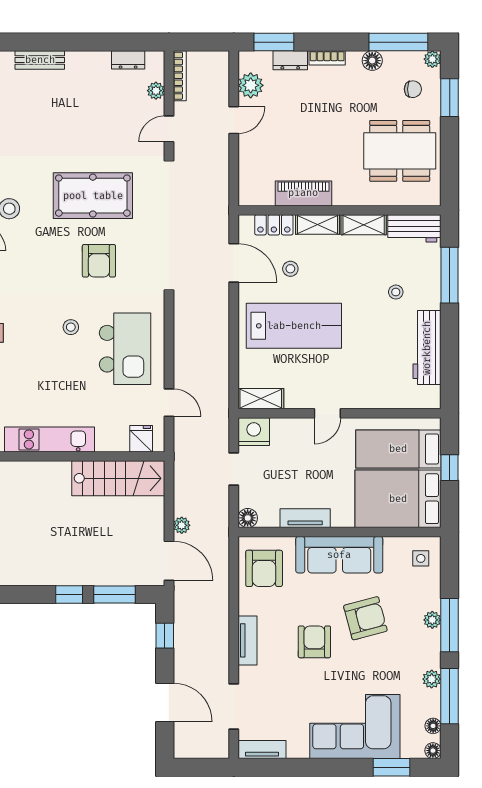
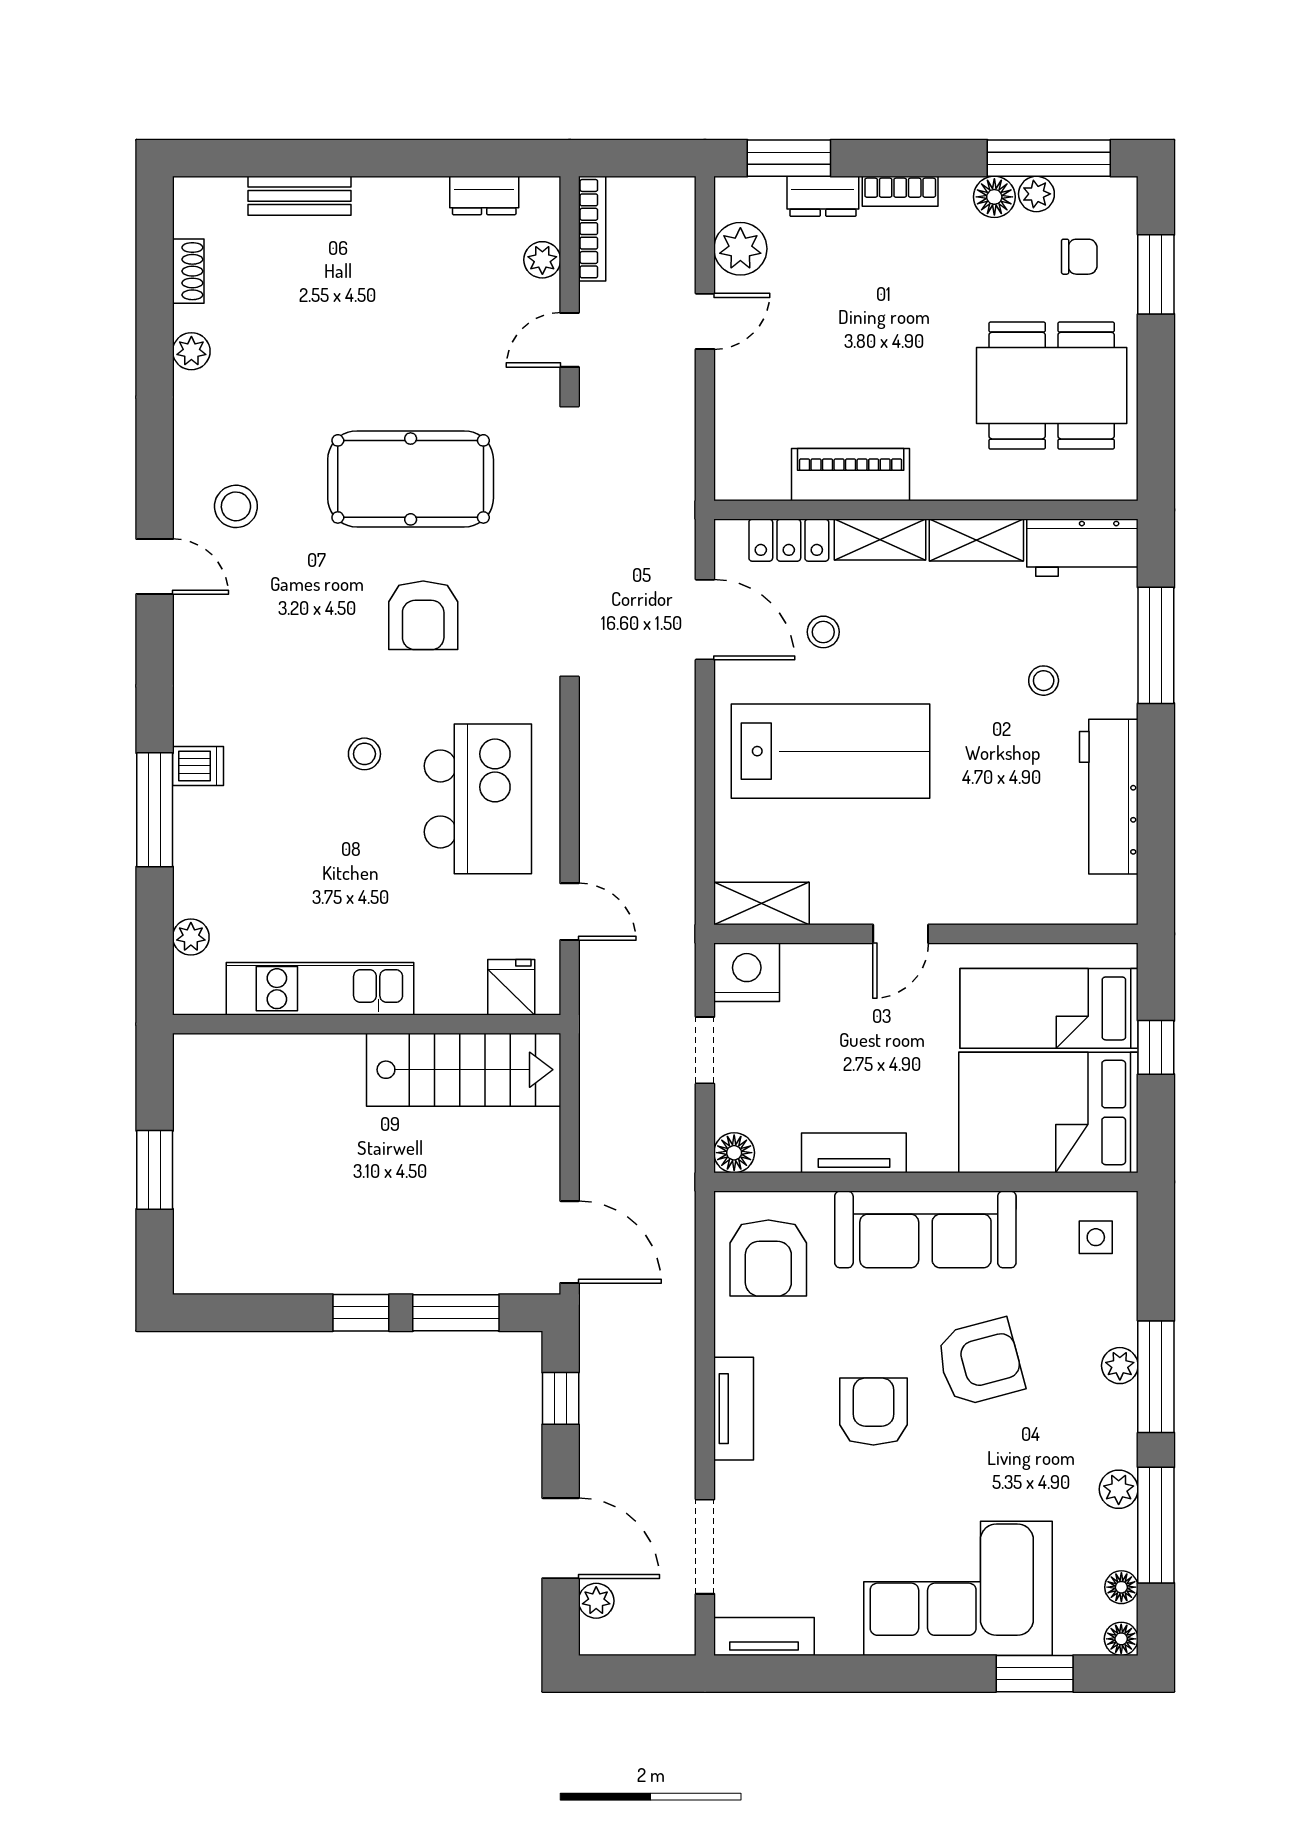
plant: (432, 59) -> (1036, 194), moved
plant: (182, 525) -> (596, 1601), moved

